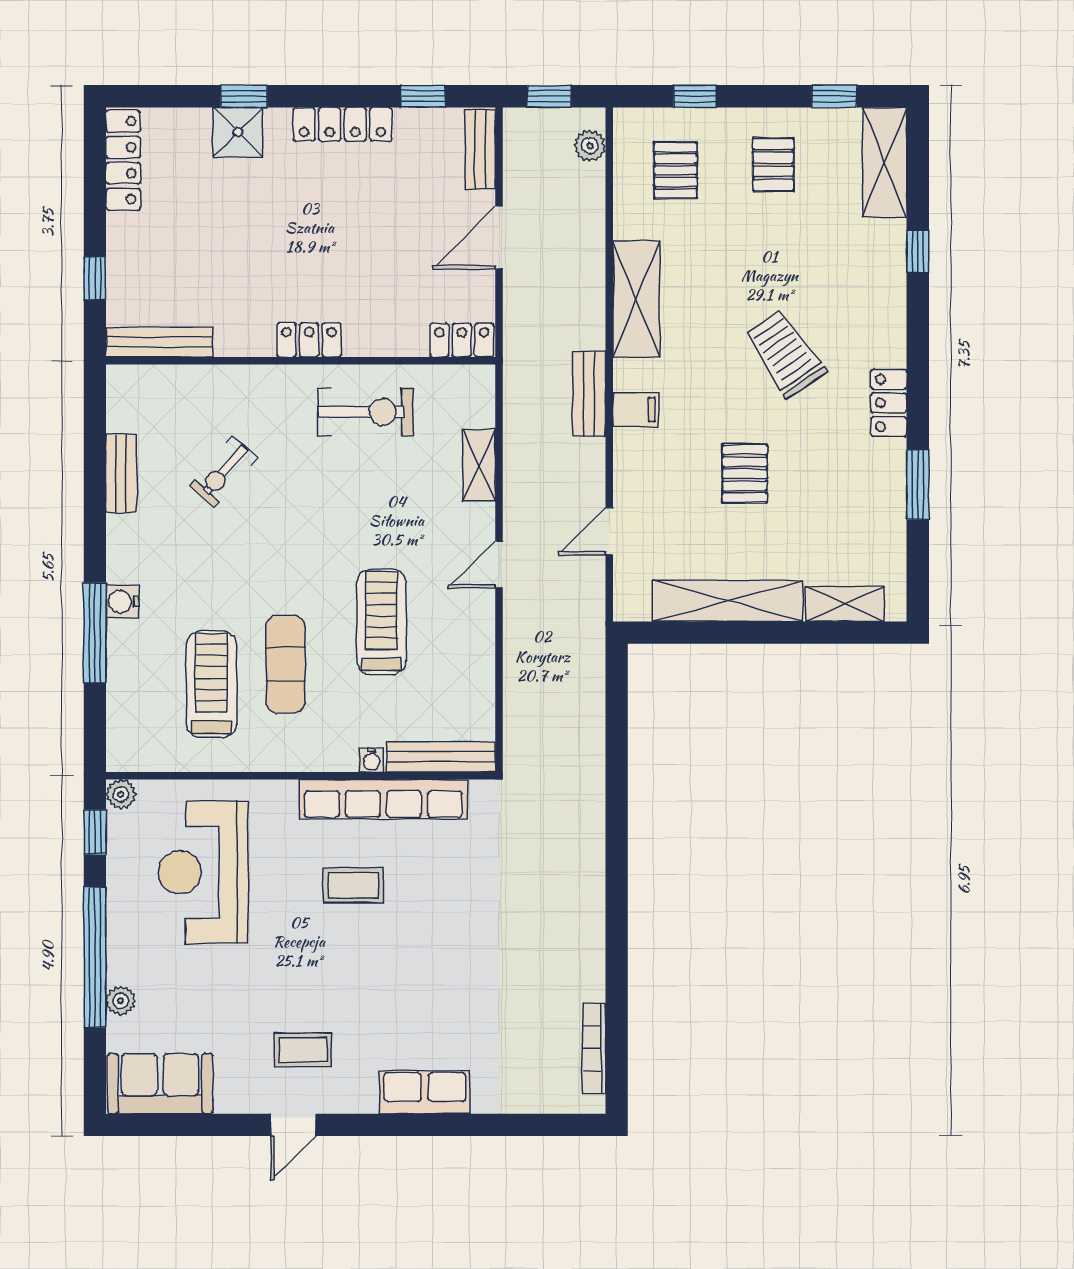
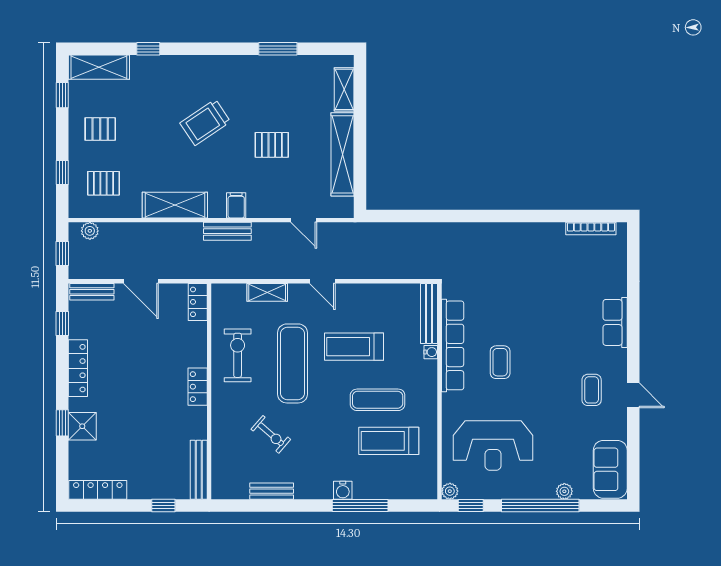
locker: (889, 403) -> (233, 65), removed
exercise mat: (351, 511) -> (293, 363), added

